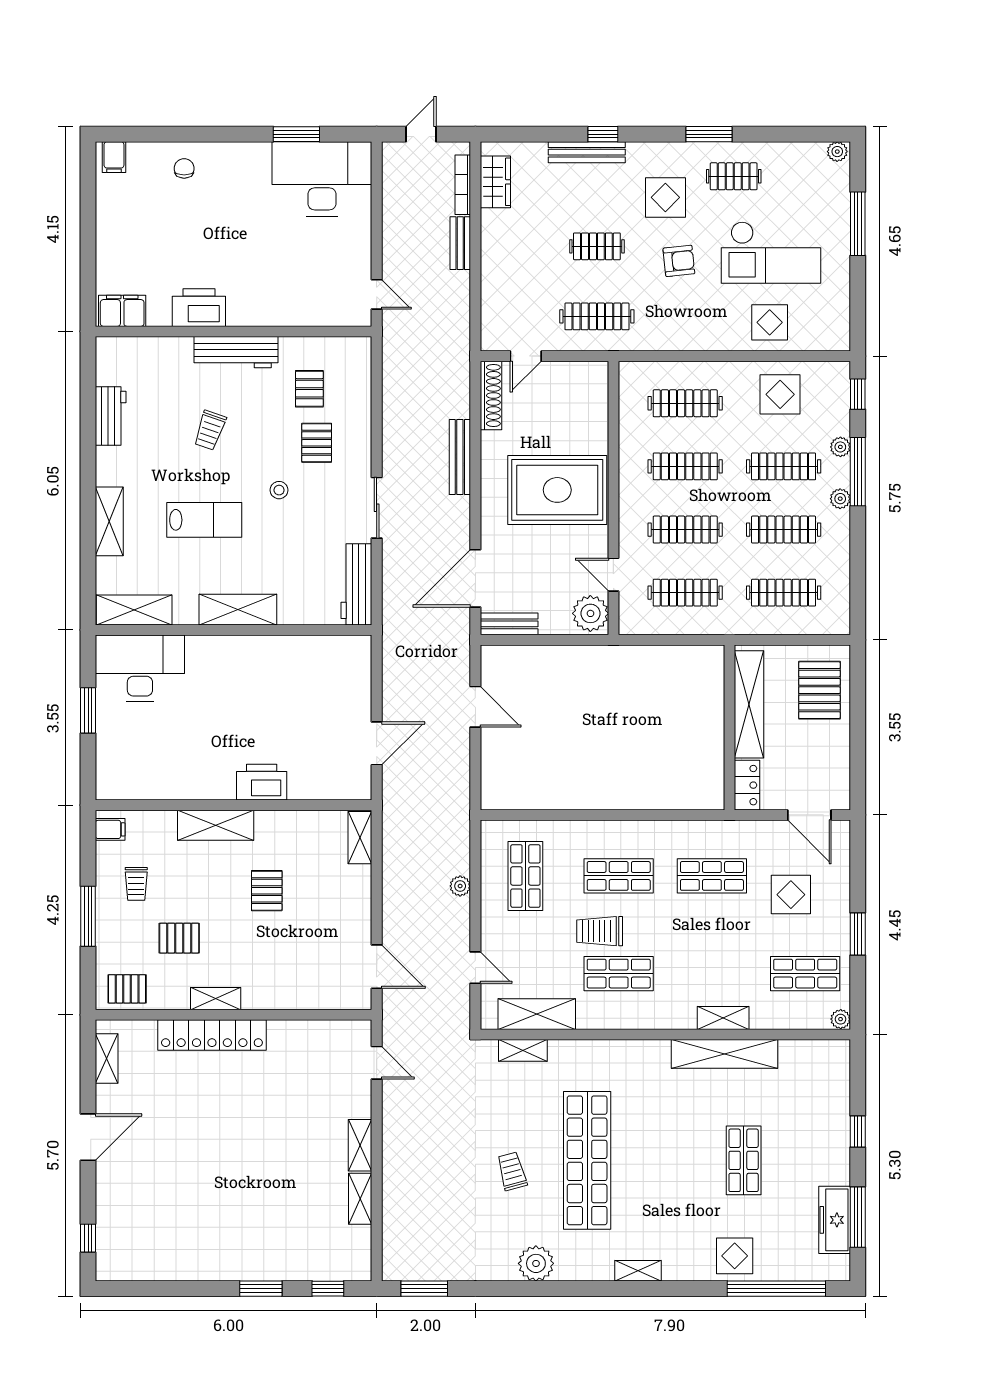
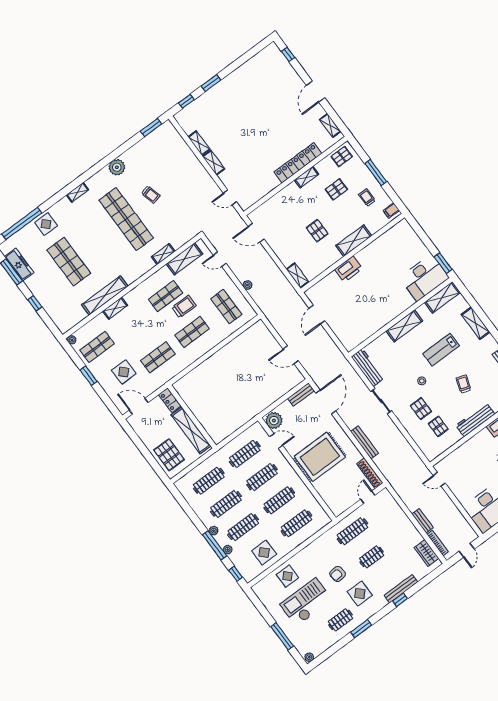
window: (88, 710) -> (443, 263), moved
shelving: (523, 1050) -> (163, 254), moved
shop shelf: (744, 1160) -> (69, 262), width x1.43, depth x1.36

